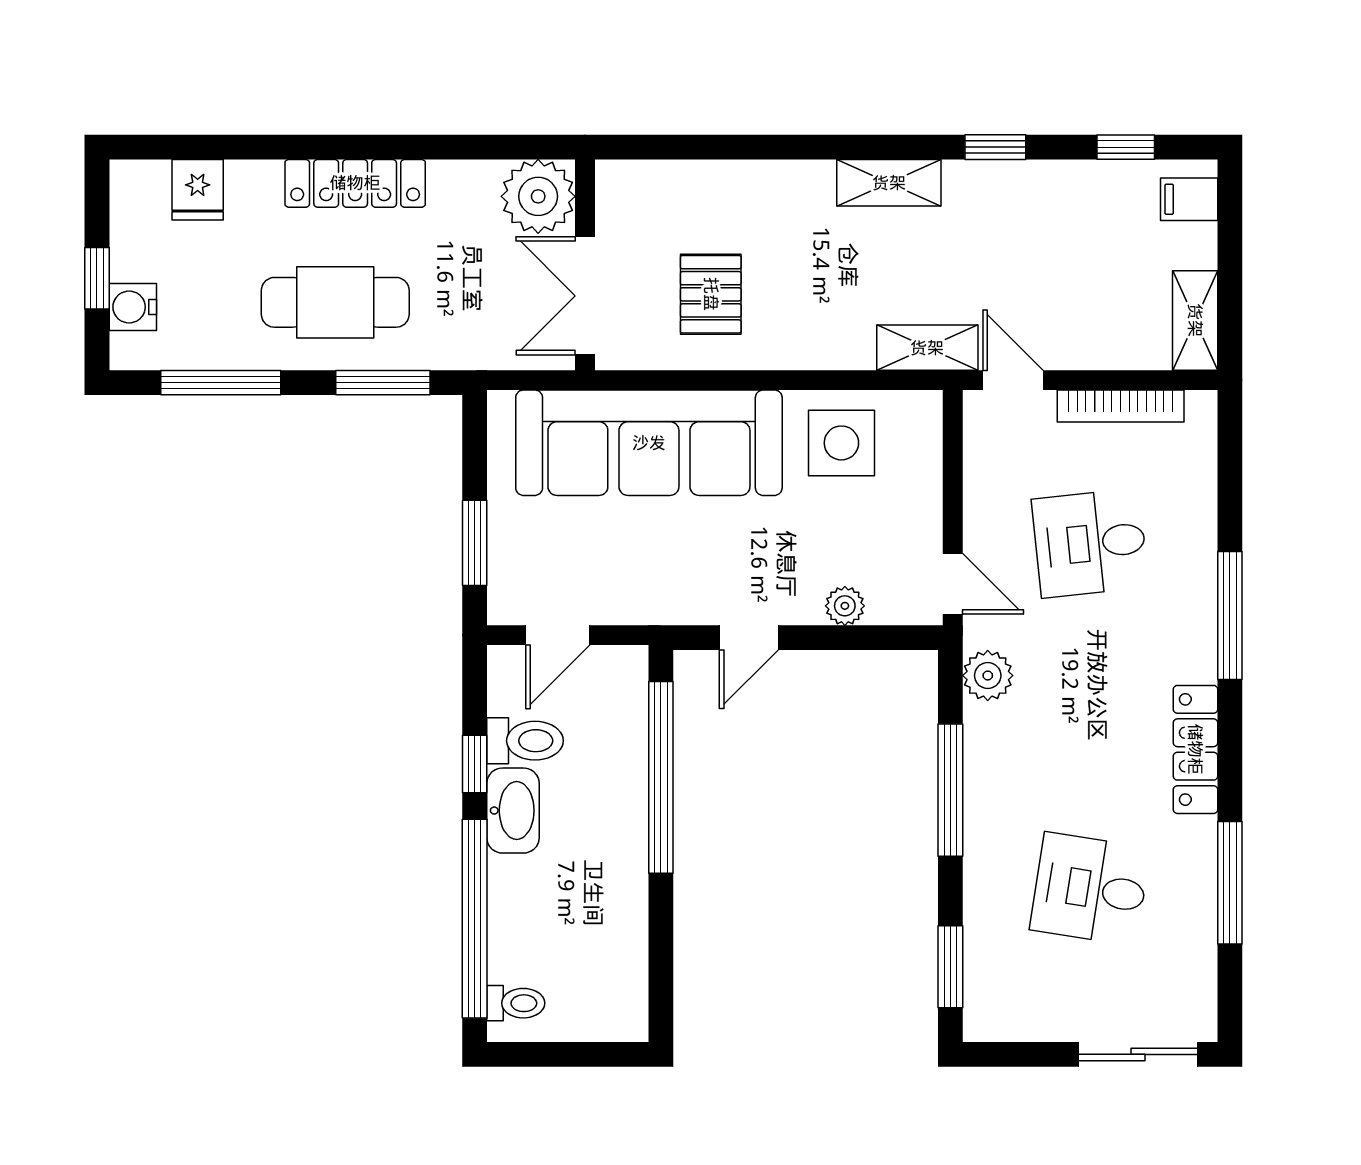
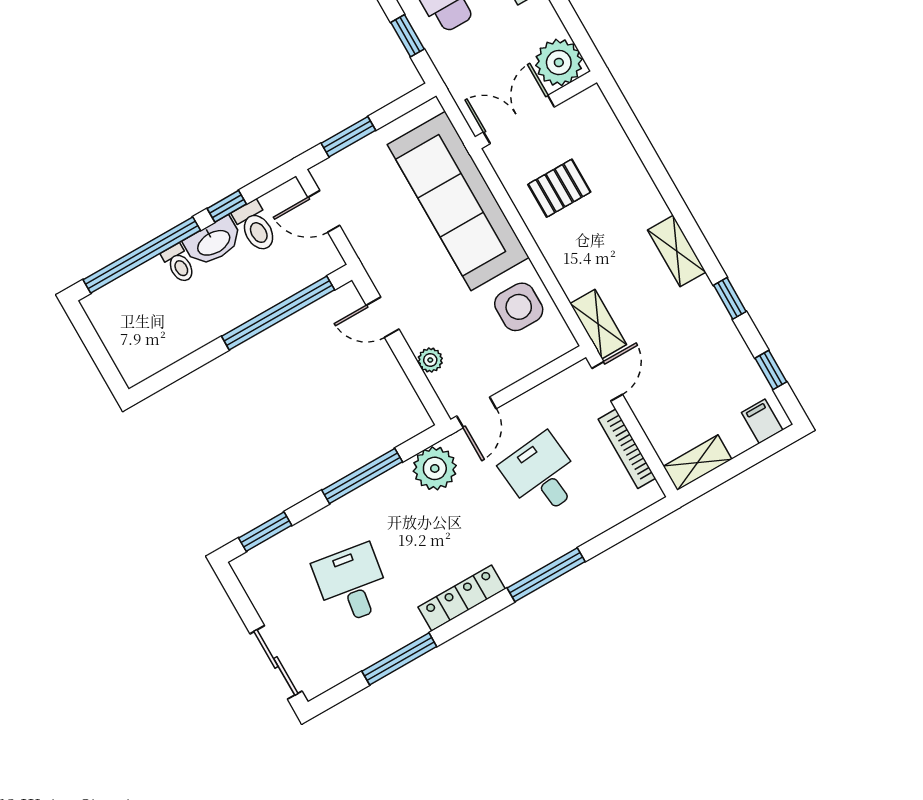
window: (383, 383) -> (408, 36), width x0.67
plant: (988, 676) -> (435, 468), width x1.36, depth x1.36
toilet: (516, 1003) -> (179, 264), moved

